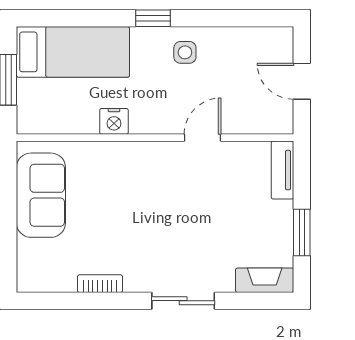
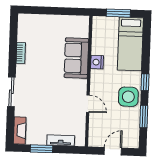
window: (226, 18) -> (144, 116), added
side table: (185, 52) -> (128, 97), width x1.87, depth x1.87
tv unit: (282, 170) -> (61, 140), moved
sofa: (41, 195) -> (76, 58), moved, turned 90

